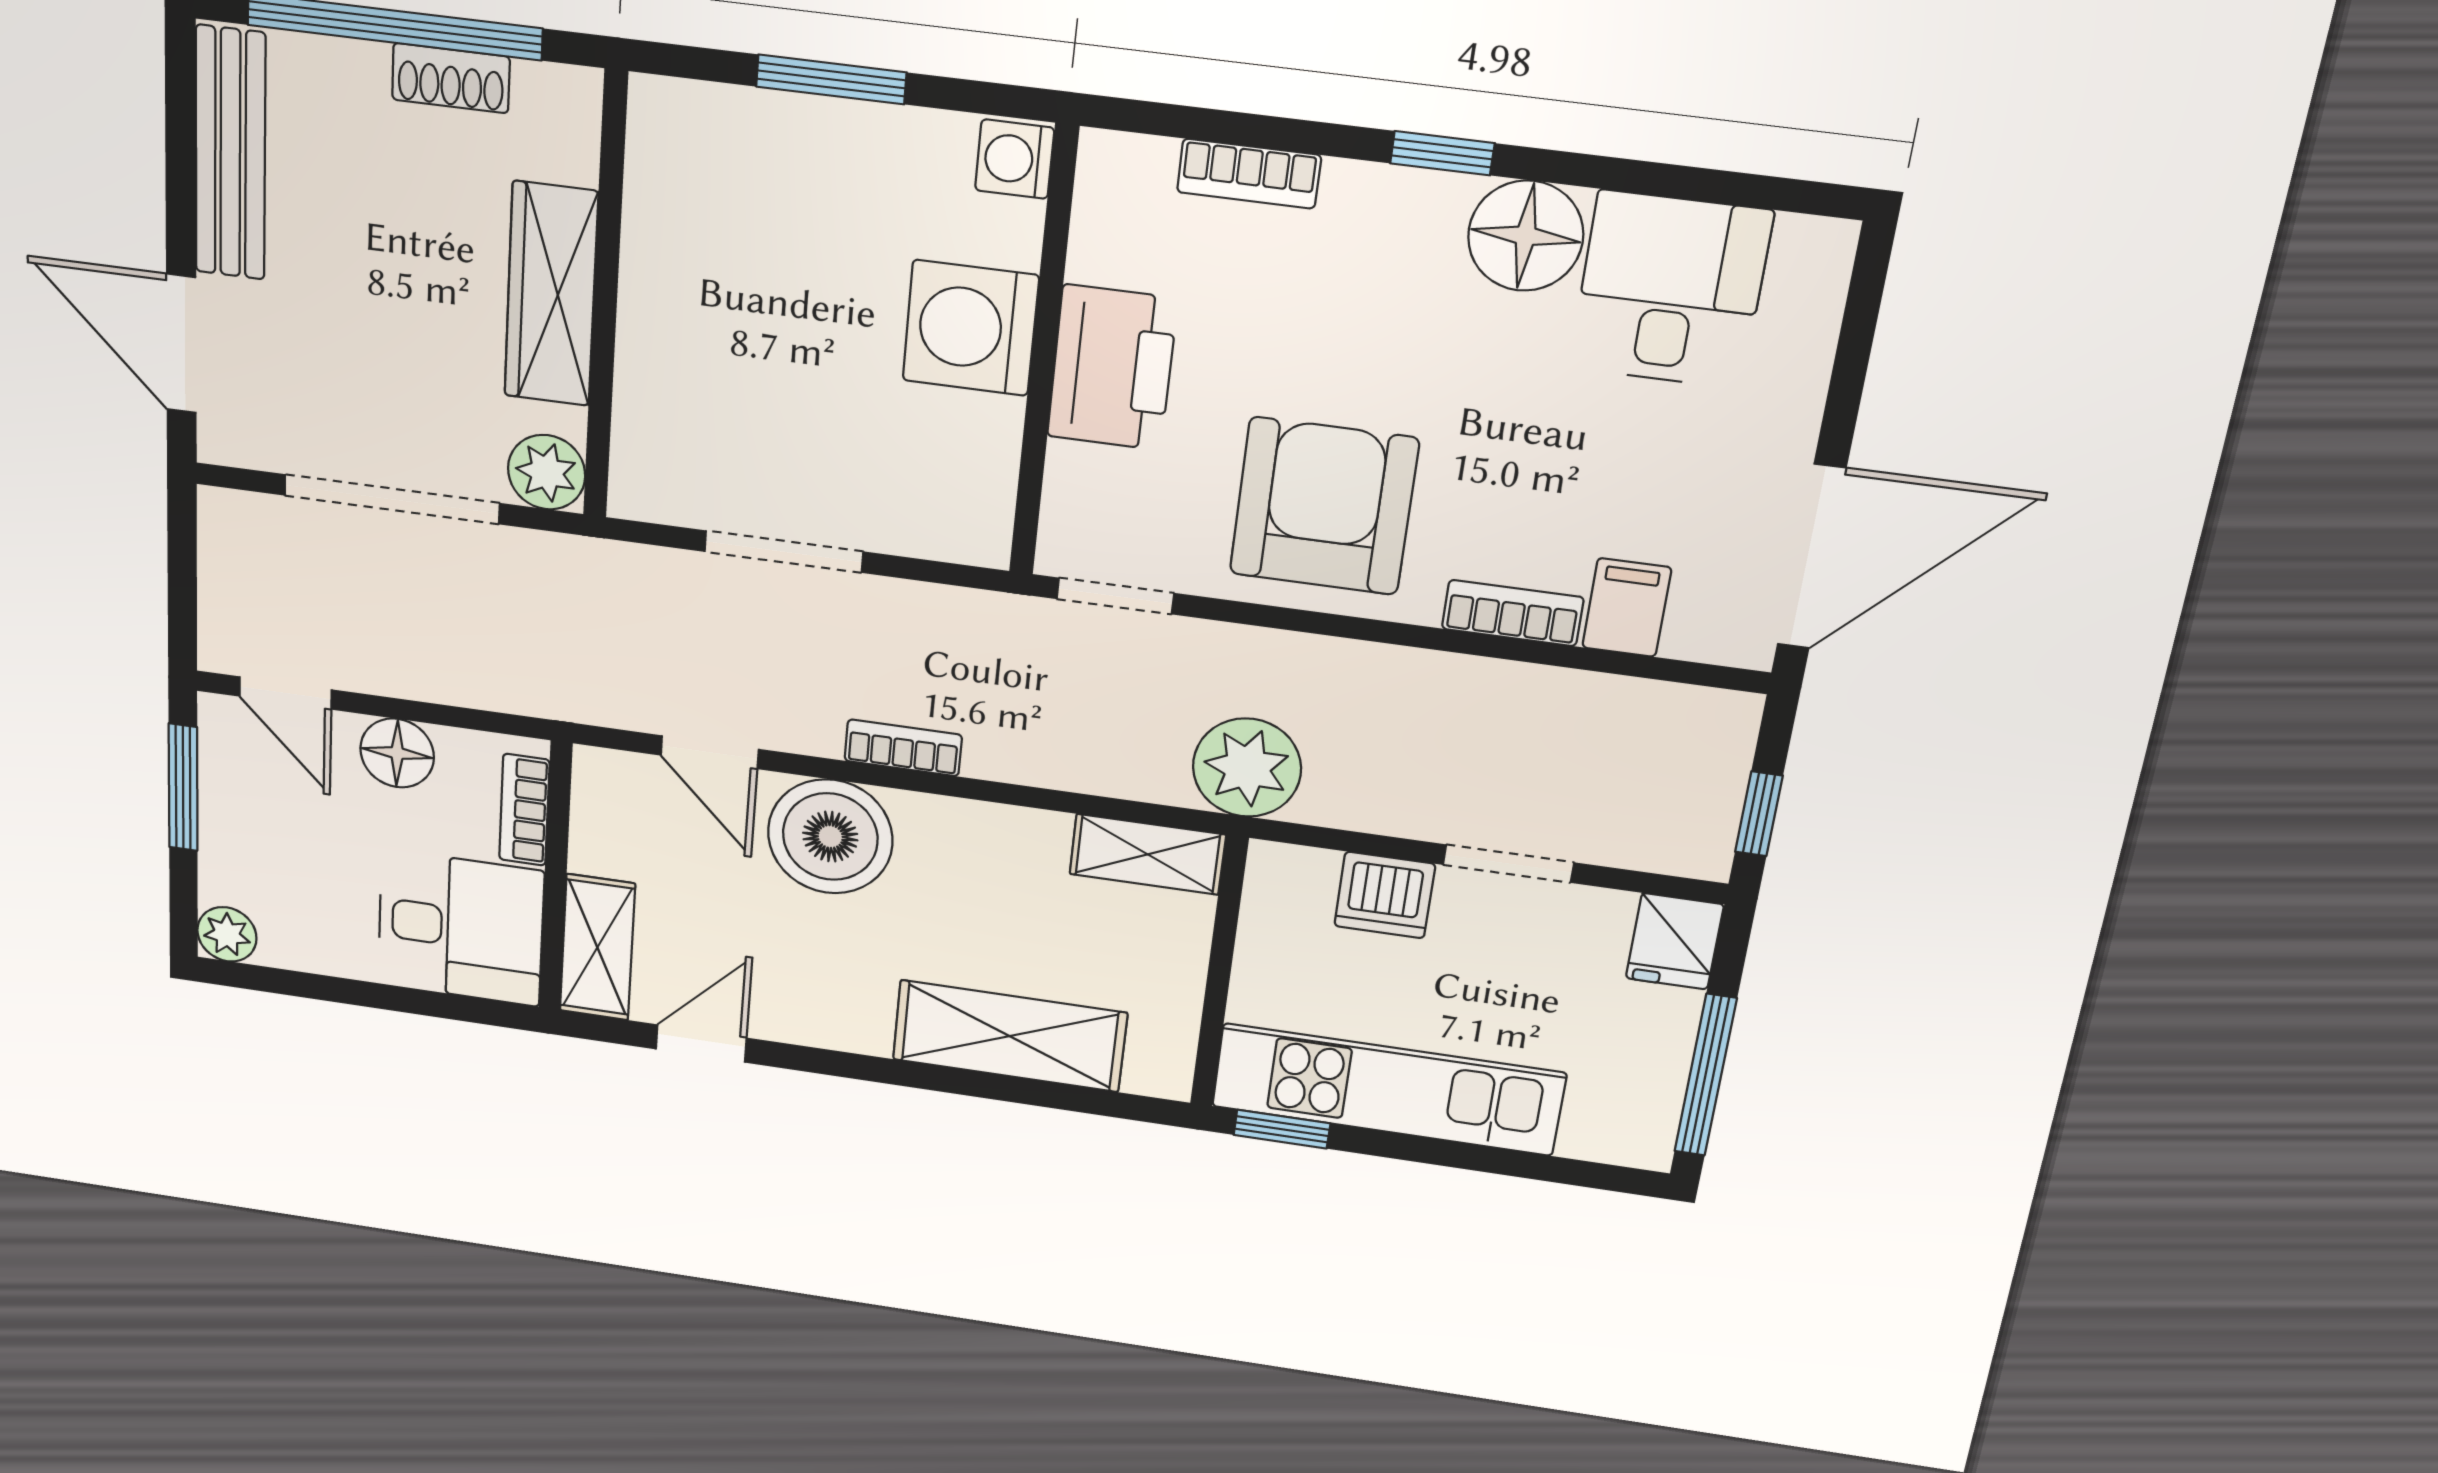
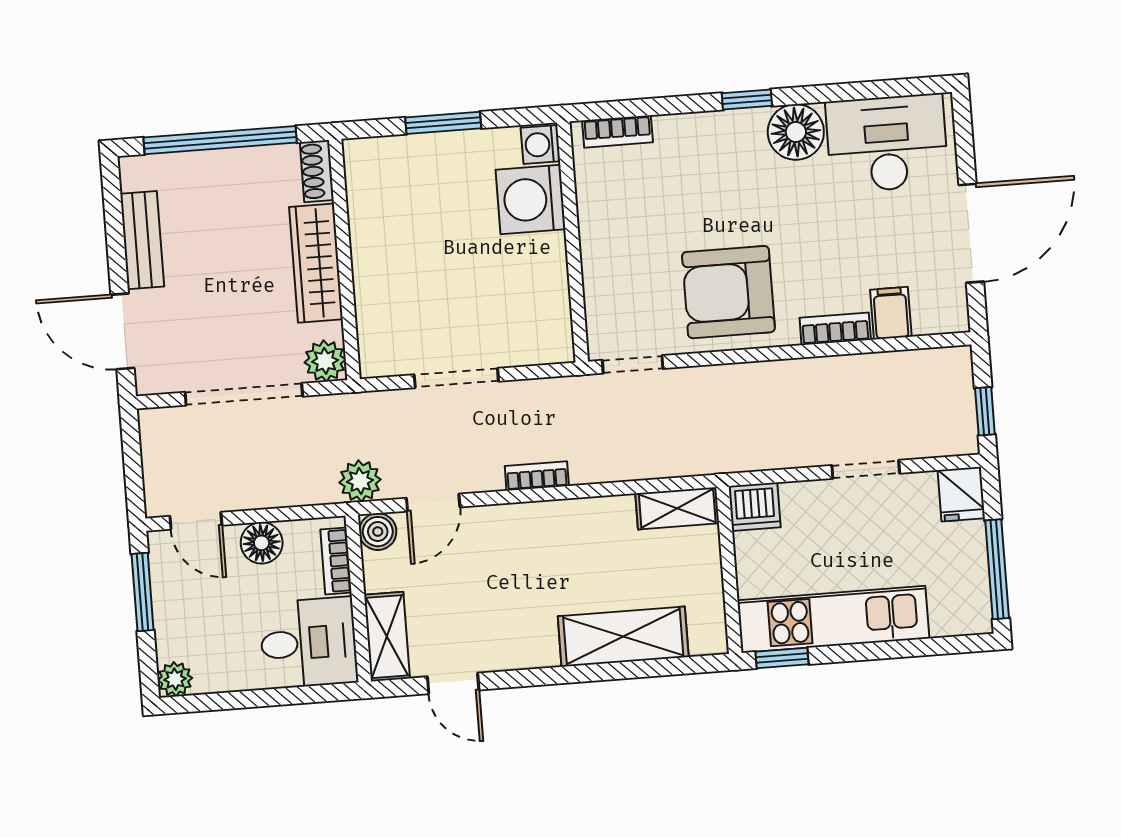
shoe rack: (451, 78) -> (317, 171), moved, turned 90
bench: (230, 153) -> (142, 240), width x0.73
bookcase: (1249, 174) -> (617, 131), moved
desk: (1670, 290) -> (887, 143), width x1.37
washing machine: (971, 328) -> (531, 199), moved
printer: (1112, 368) -> (608, 241), removed
armchair: (1324, 506) -> (728, 292), turned -90
door: (1811, 557) -> (971, 233), moved
door: (710, 752) -> (433, 503), hinge flipped
plant: (1247, 768) -> (360, 481), moved, width x0.73, depth x0.73
boiler: (830, 837) -> (378, 532), moved, width x0.54, depth x0.54
dishwasher: (1385, 895) -> (755, 507), moved
door: (701, 1044) -> (453, 683), swing flipped

